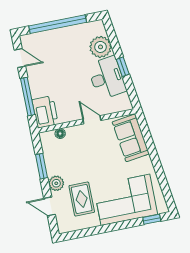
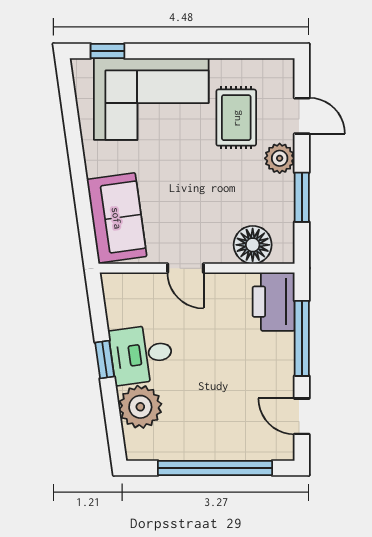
desk: (107, 78) -> (141, 354), width x0.73
floor lamp: (60, 134) -> (253, 245), width x1.89, depth x1.89

